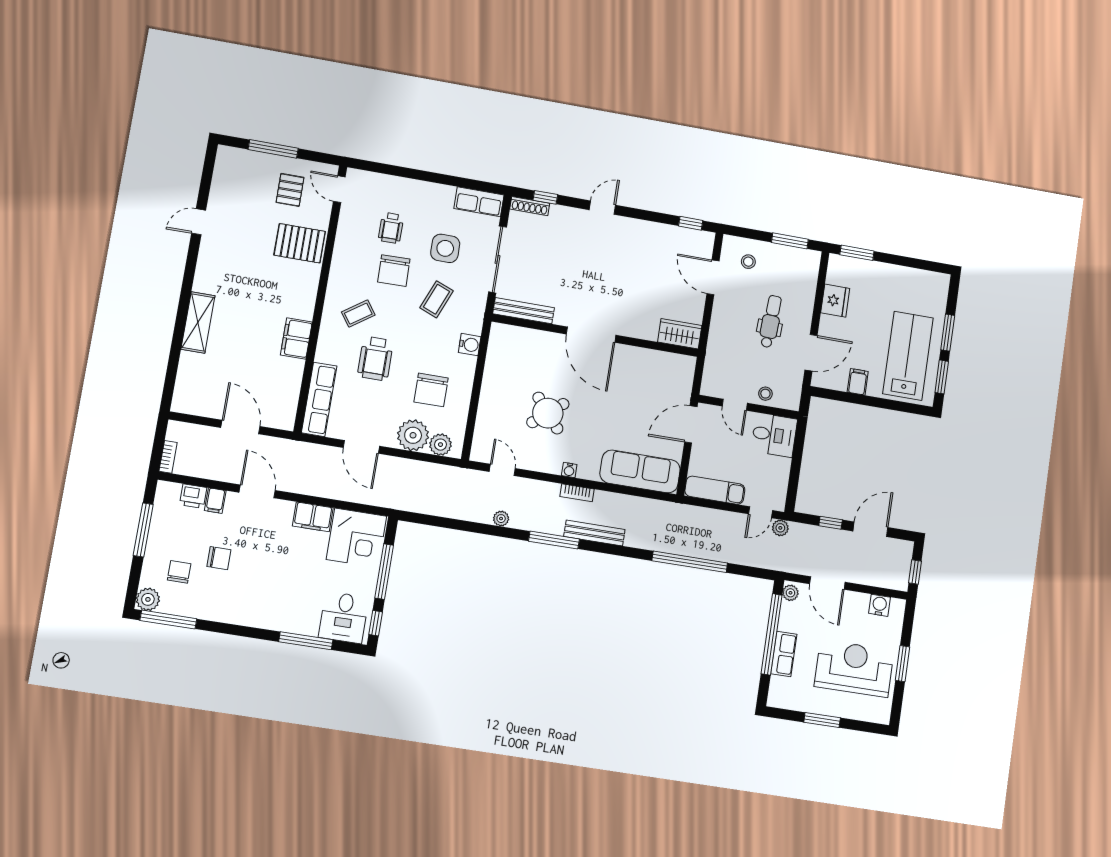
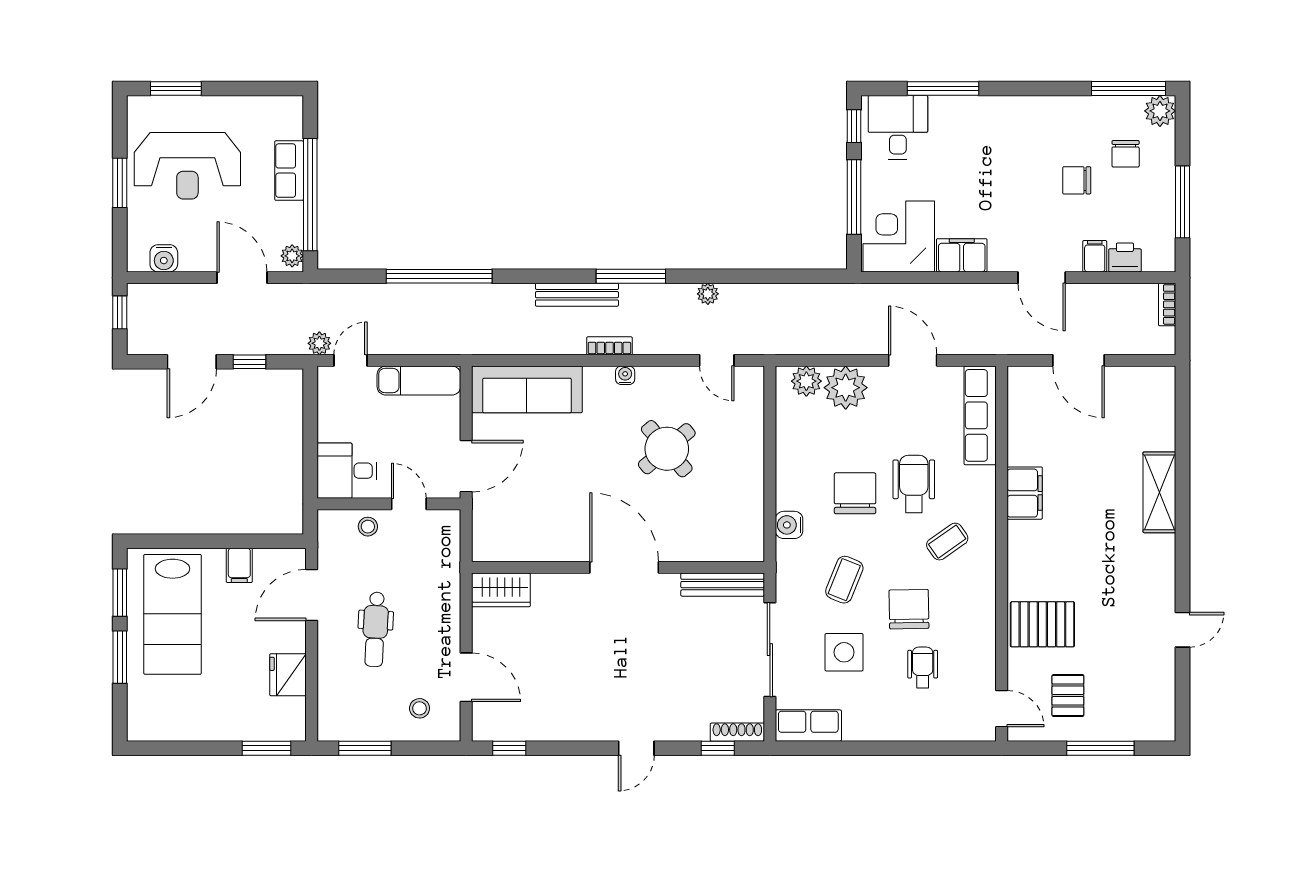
chair: (431, 390) -> (855, 493), moved
window: (822, 720) -> (176, 88), moved

